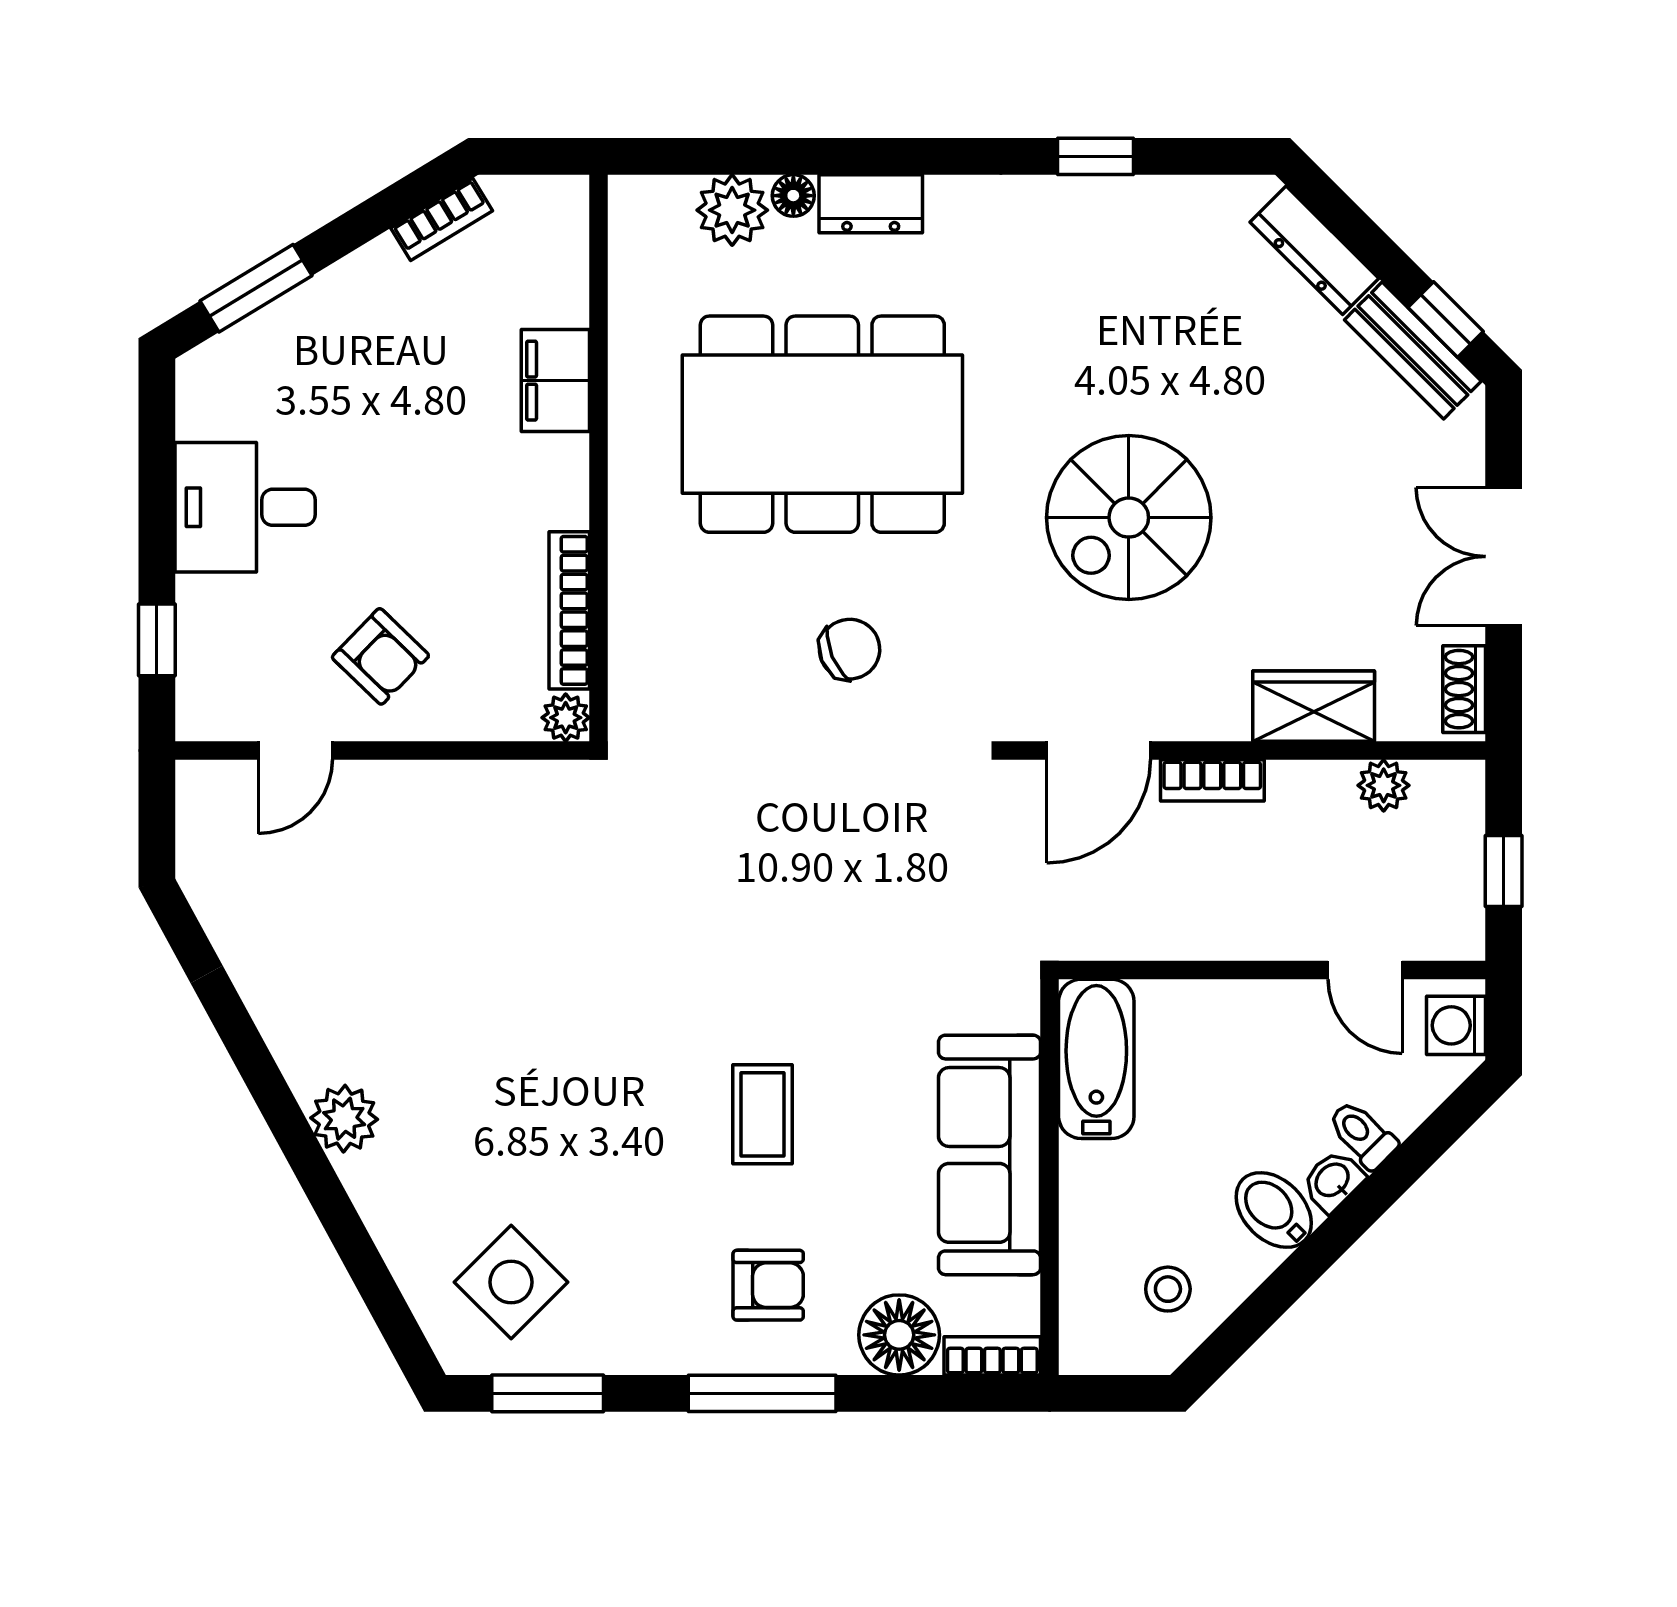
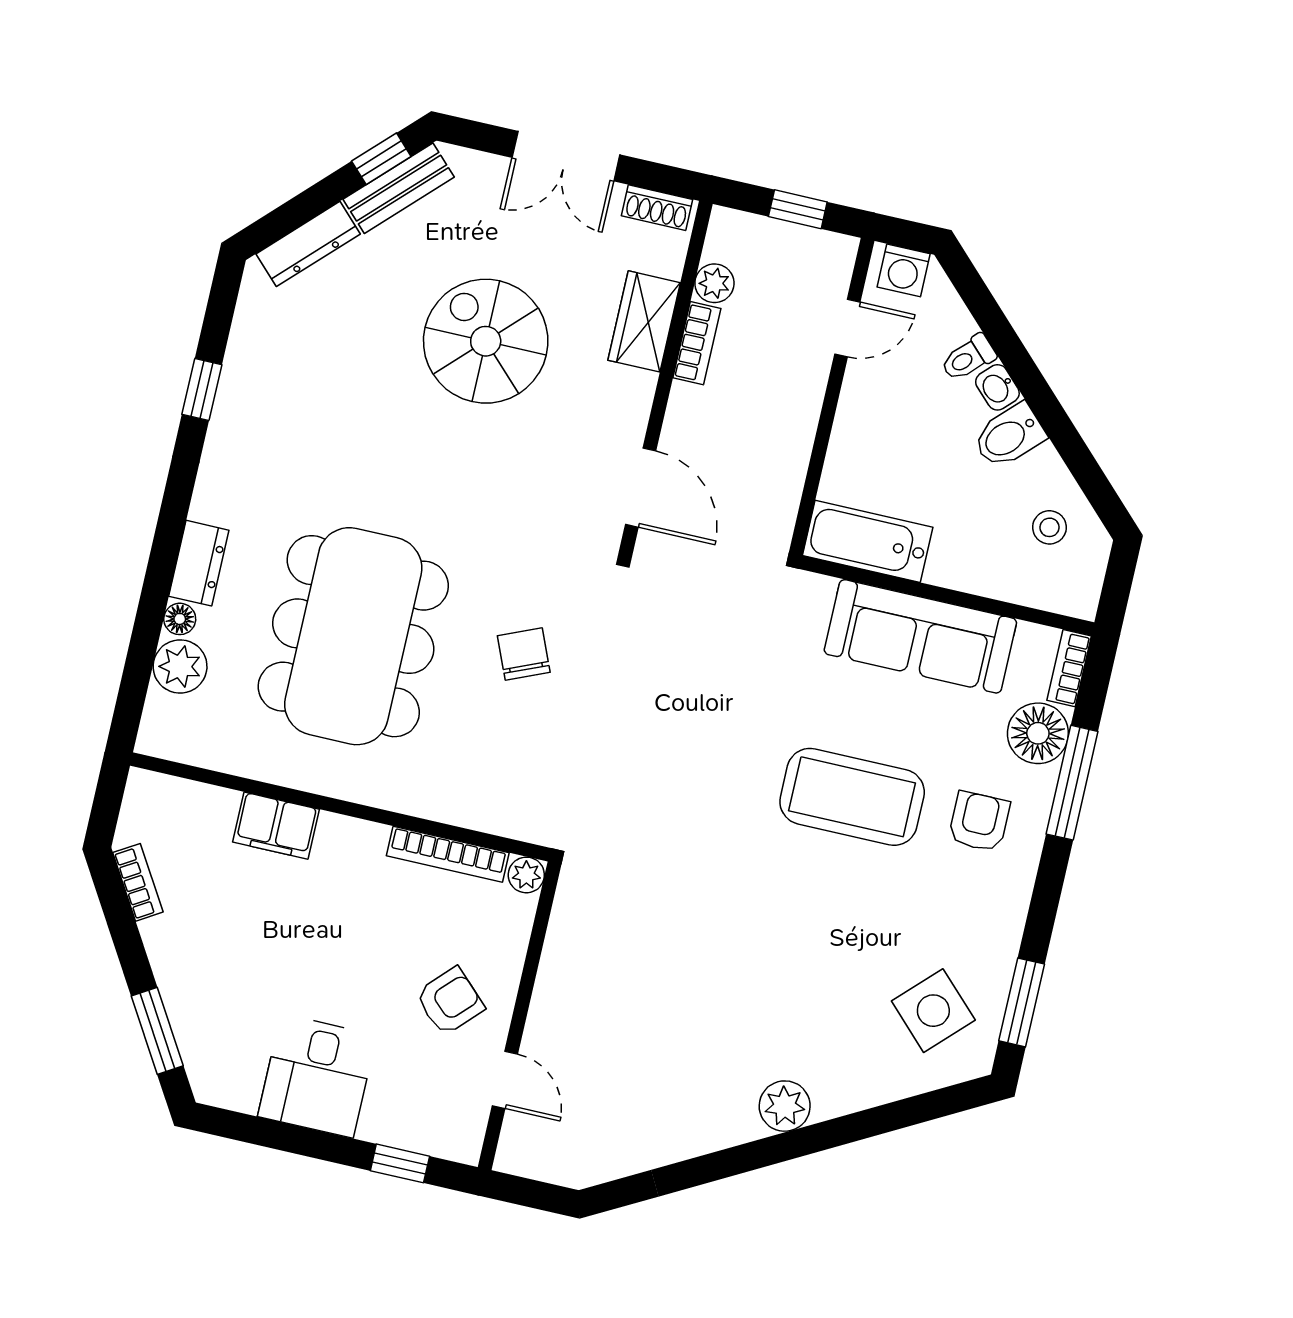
spiral stairs: (1129, 518) -> (486, 341), moved, turned 180
bookcase: (1212, 780) -> (697, 343), moved
coffee table: (763, 1114) -> (852, 797), width x1.86, depth x1.72
window: (762, 1393) -> (1072, 783), moved

